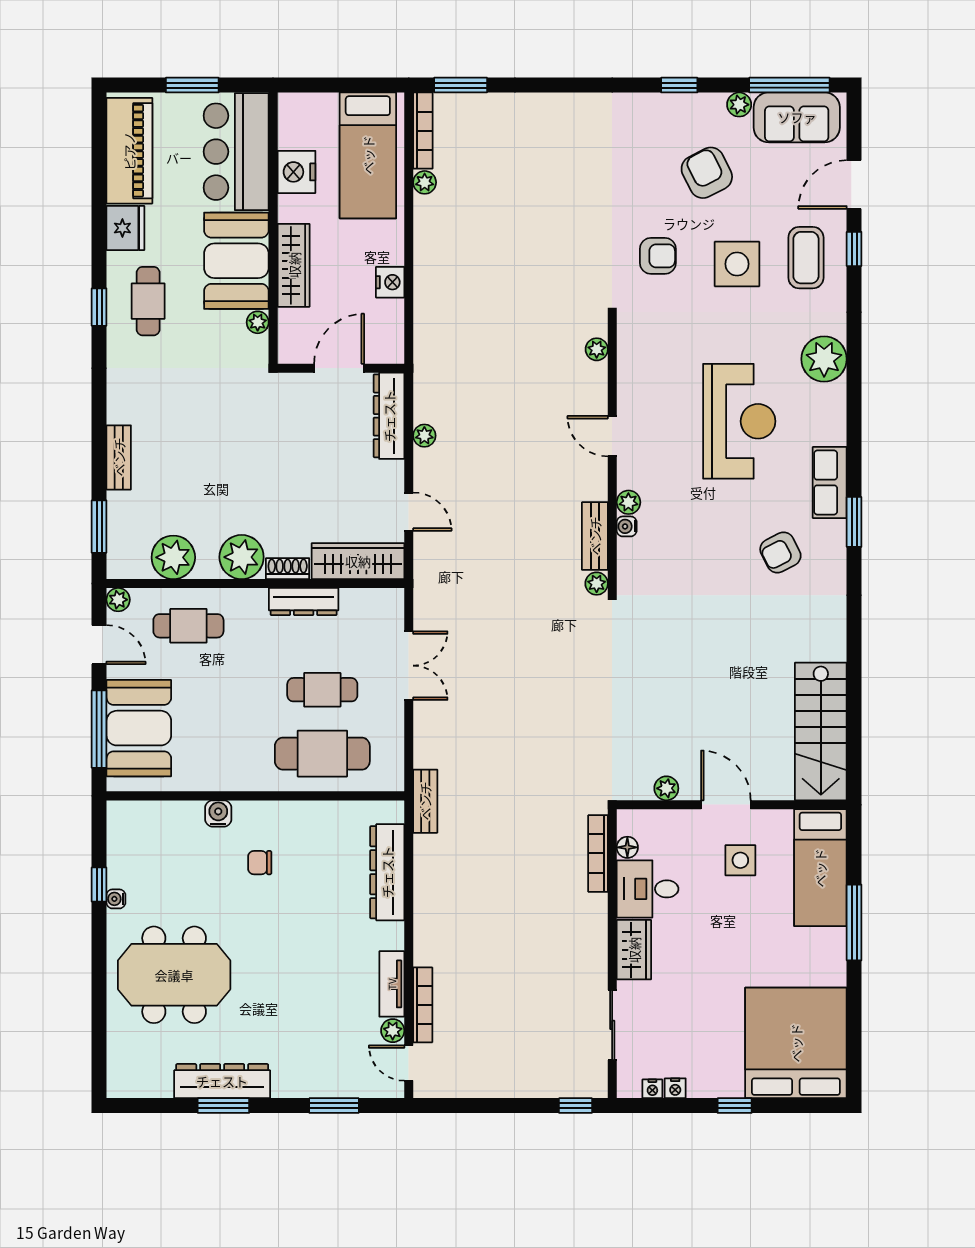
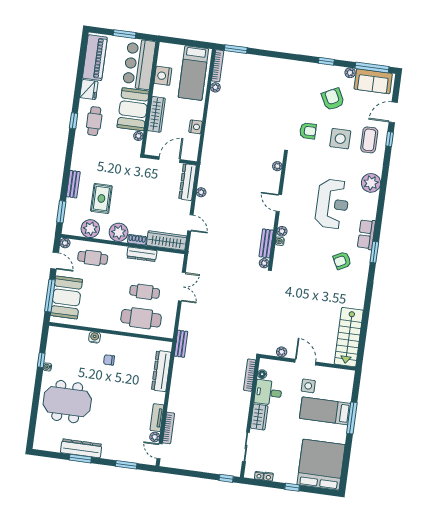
rug: (190, 482) -> (101, 198), added
bed: (820, 868) -> (325, 411), moved, turned 90

